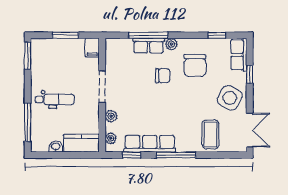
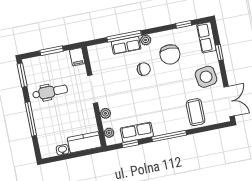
side table: (230, 98) -> (206, 77), turned -36
dental chair: (55, 99) -> (50, 92), moved
window: (28, 122) -> (31, 119), moved
row of seats: (150, 144) -> (137, 132), width x0.68

